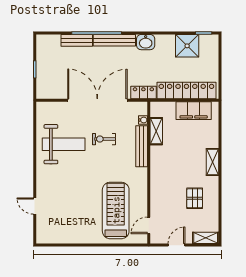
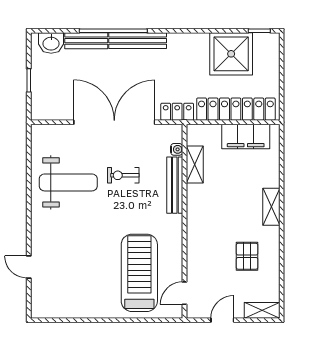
washbasin: (146, 42) -> (51, 43), moved
shower: (187, 46) -> (231, 54), width x1.37, depth x1.37

